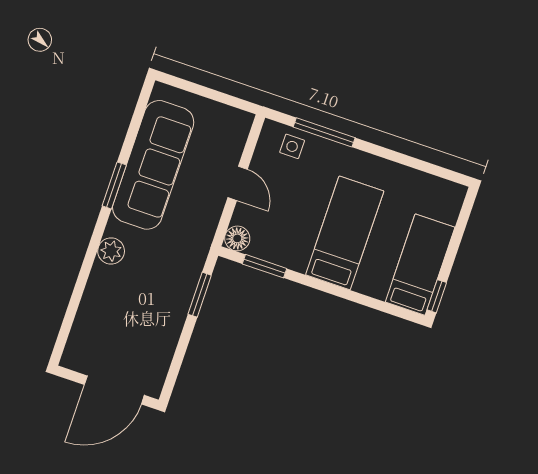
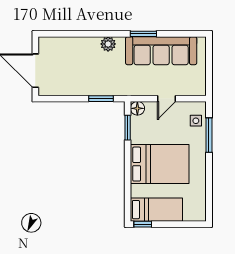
bed: (345, 233) -> (160, 164), width x1.50

